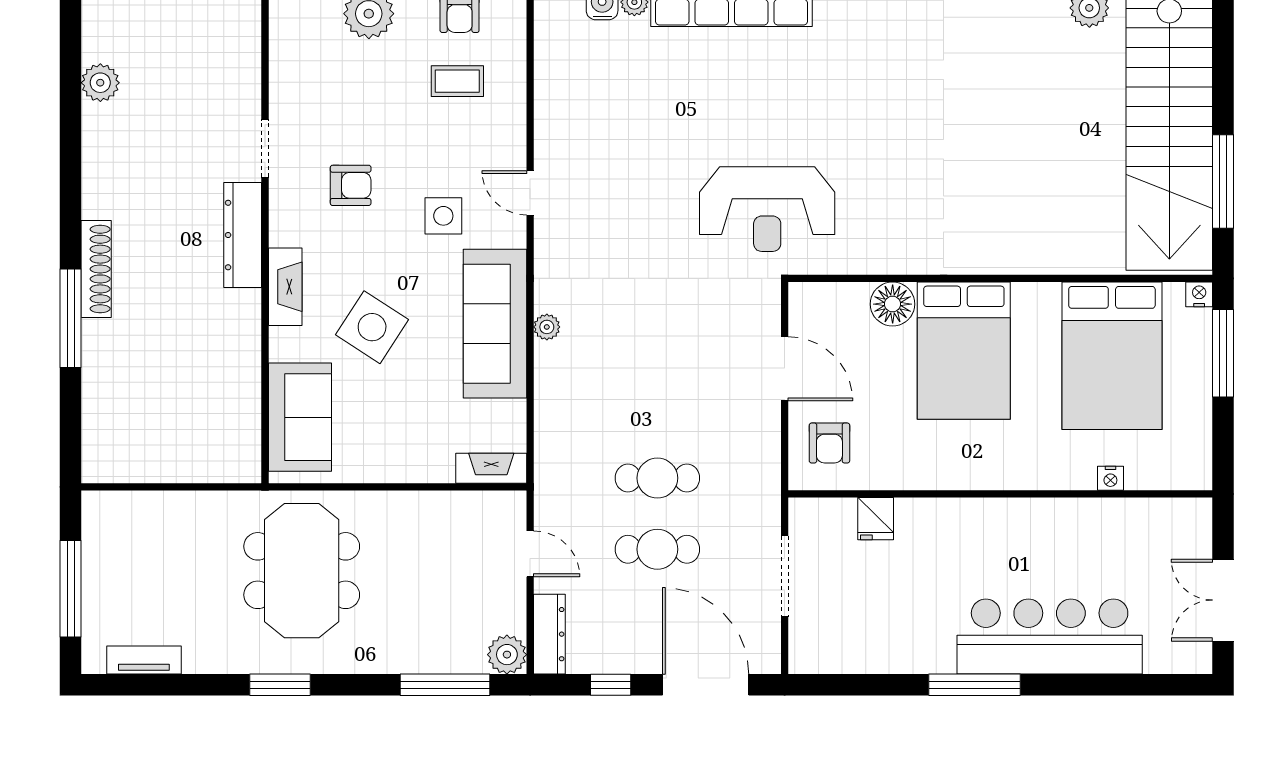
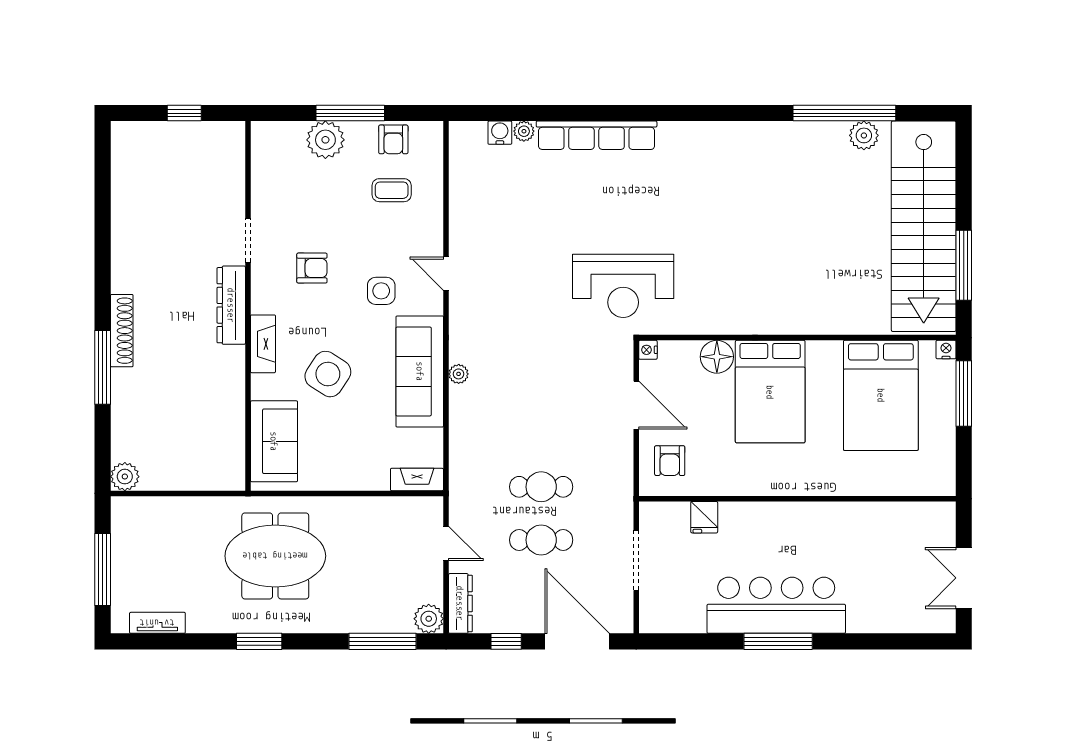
plant: (100, 83) -> (125, 477), moved
nightstand: (1110, 478) -> (648, 350), moved, turned 90
meeting table: (302, 571) -> (275, 556), turned 90
bar counter: (1050, 637) -> (776, 605), moved

